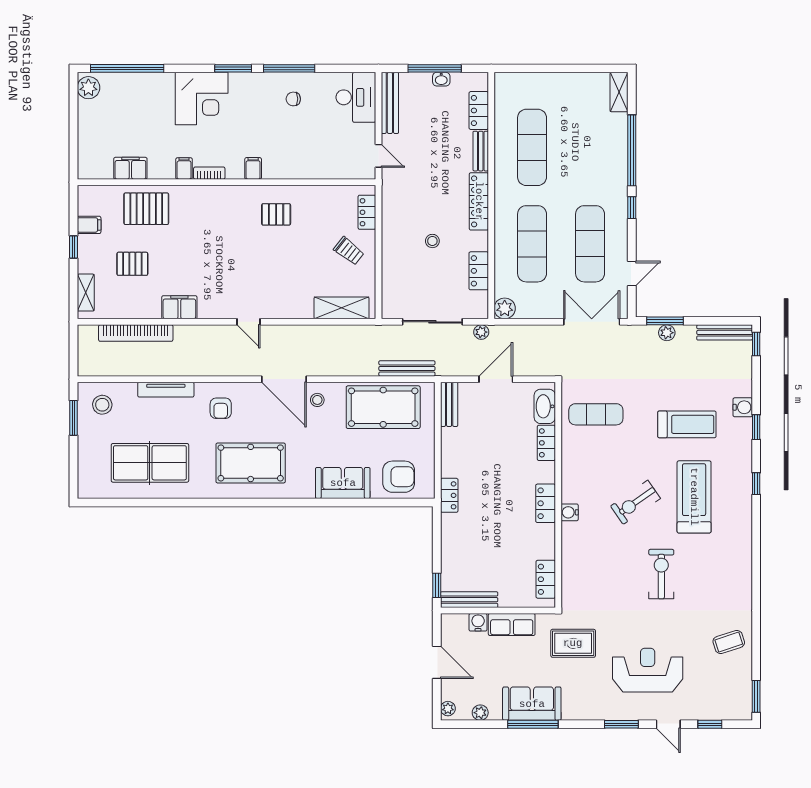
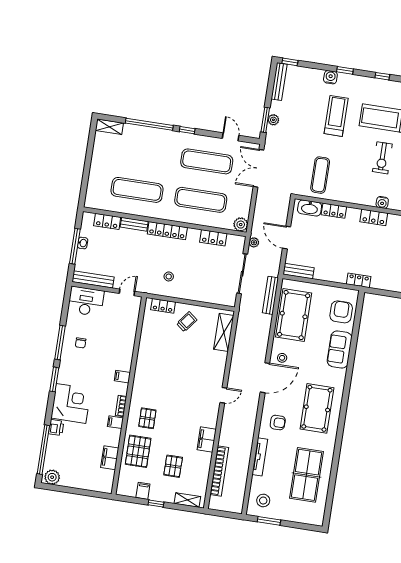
printer: (163, 82) -> (56, 427), added
pallet: (276, 214) -> (147, 418), moved
stool: (432, 241) -> (169, 276), moved
exercise bike: (635, 502) -> (382, 158), turned 35

